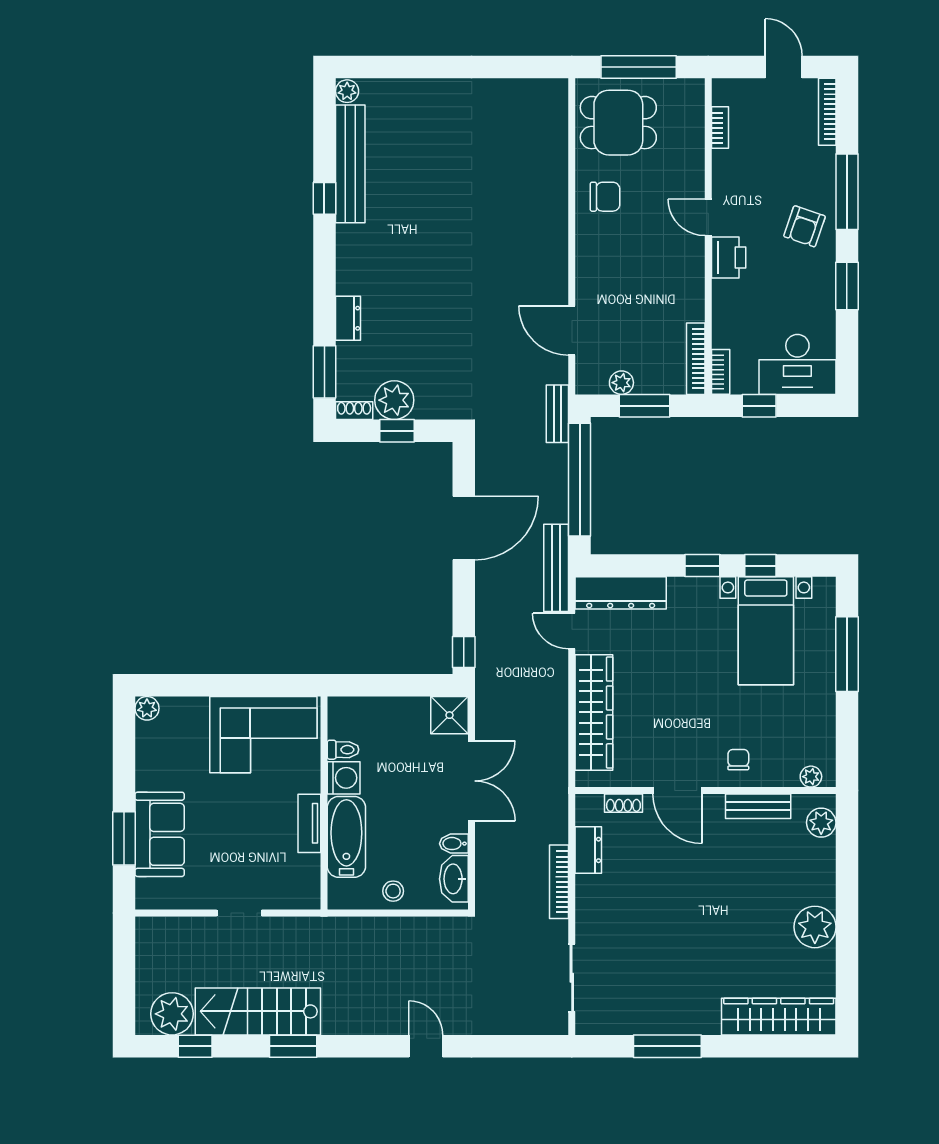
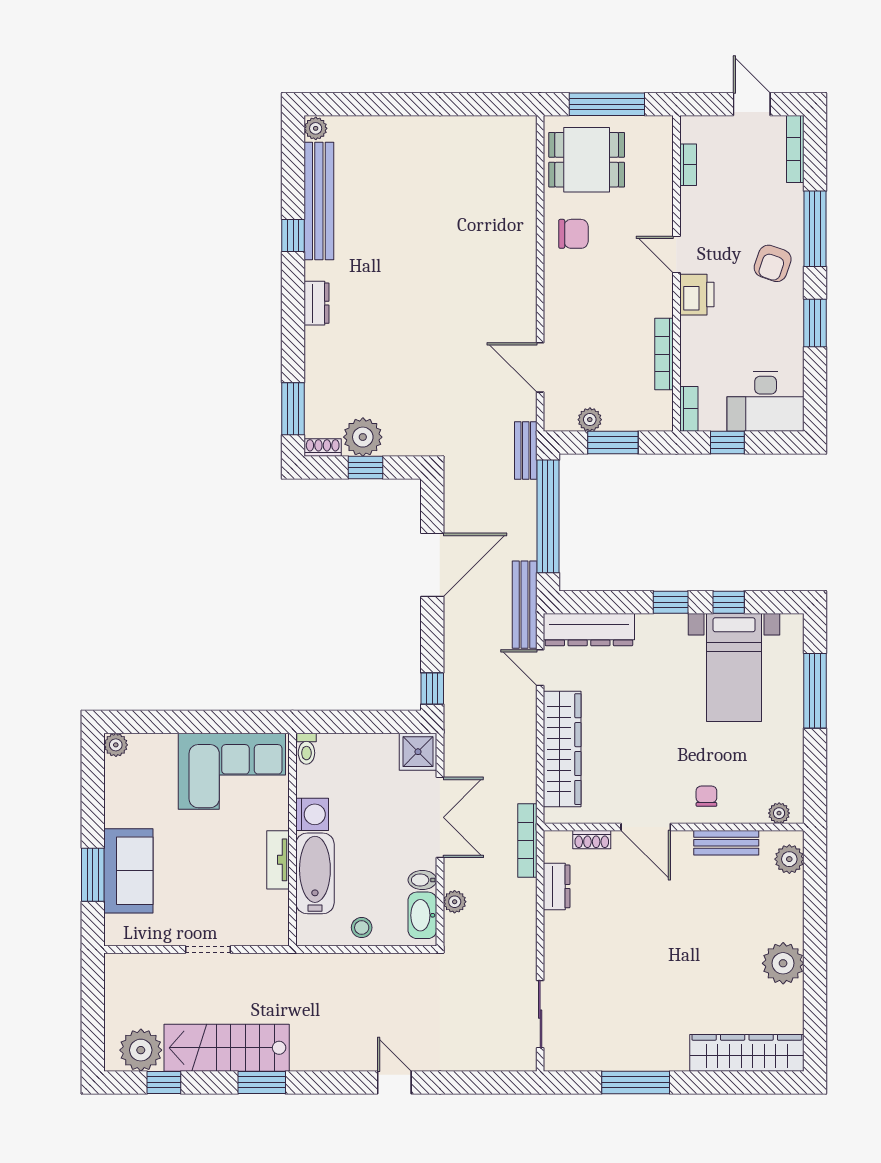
dresser: (348, 318) -> (317, 303), moved
bookcase: (696, 359) -> (664, 354), moved
toilet: (343, 750) -> (306, 749), moved, turned 90
plant: (486, 865) -> (455, 902), added
bookcase: (559, 882) -> (527, 840), moved

